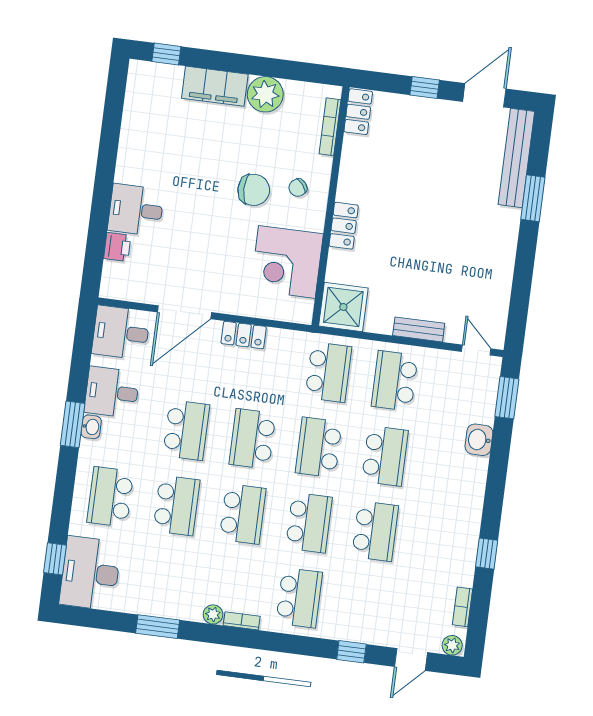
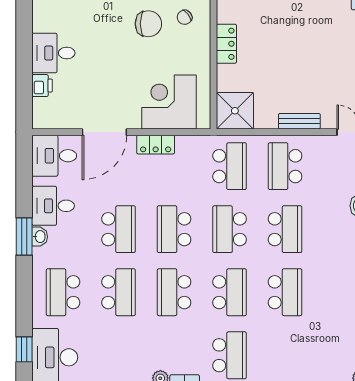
corner desk: (287, 262) -> (169, 102), moved, turned 90
school desk: (243, 514) -> (174, 292), turned 180

